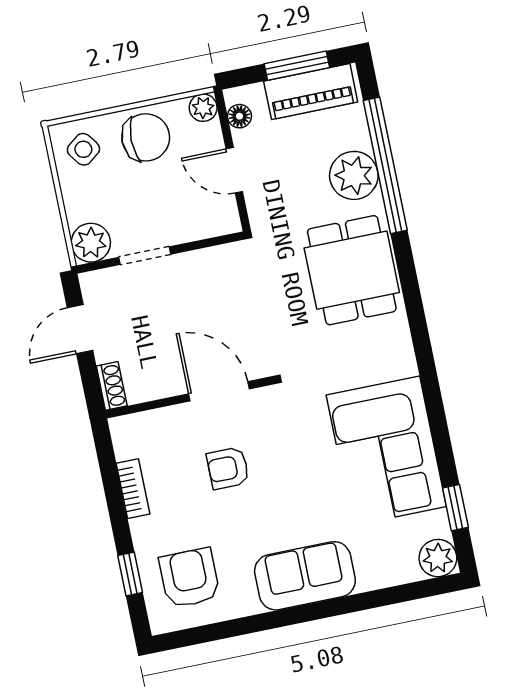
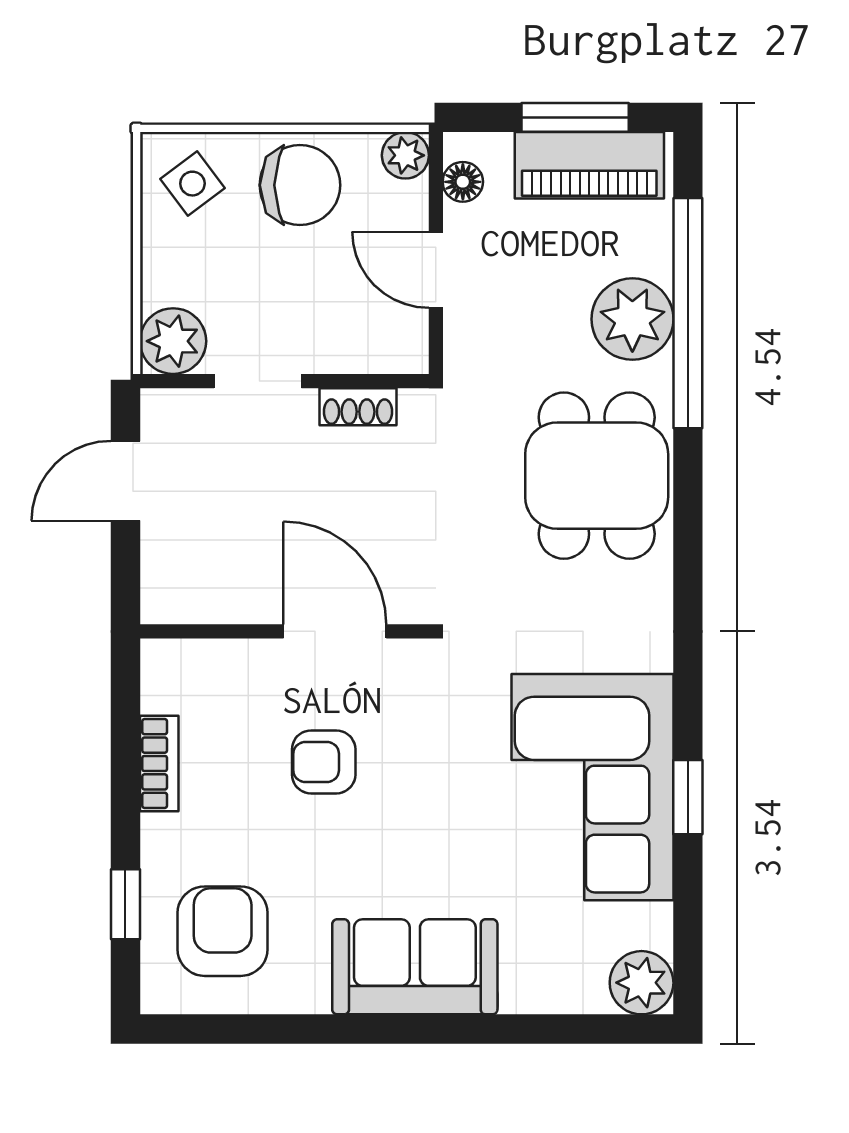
shoe rack: (112, 386) -> (358, 407), moved, turned 90
window: (455, 508) -> (688, 797), moved

